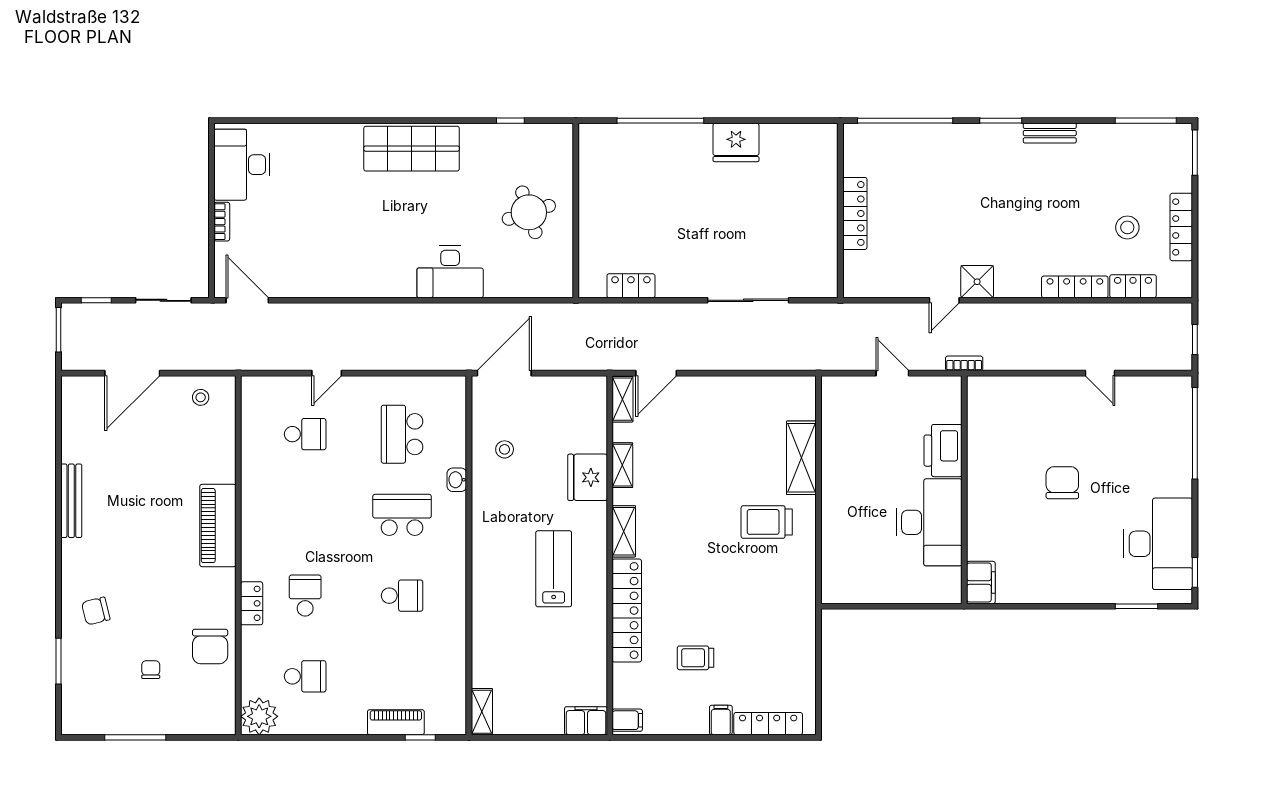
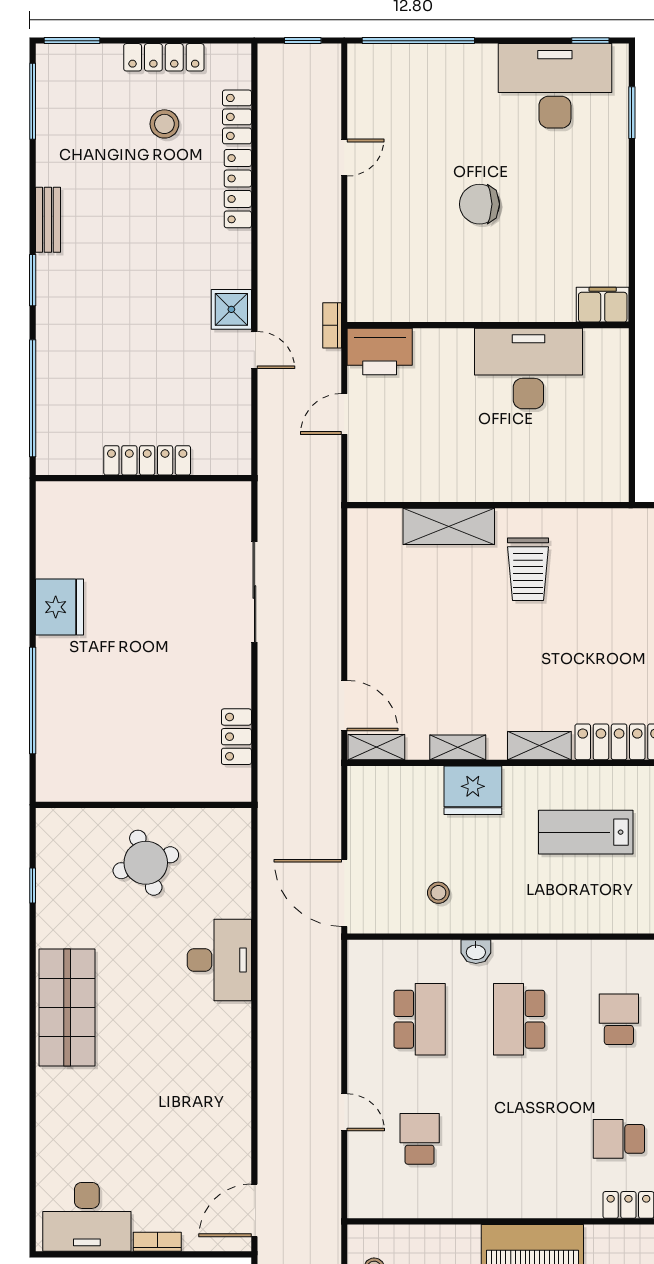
school desk: (402, 434) -> (420, 1019), turned -90
printer: (943, 451) -> (380, 352), moved

